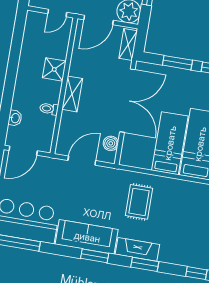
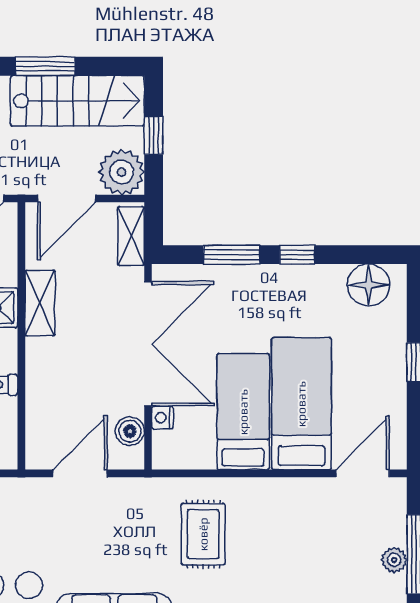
shelving: (72, 94) -> (40, 303), moved
nightstand: (128, 139) -> (162, 418), added

